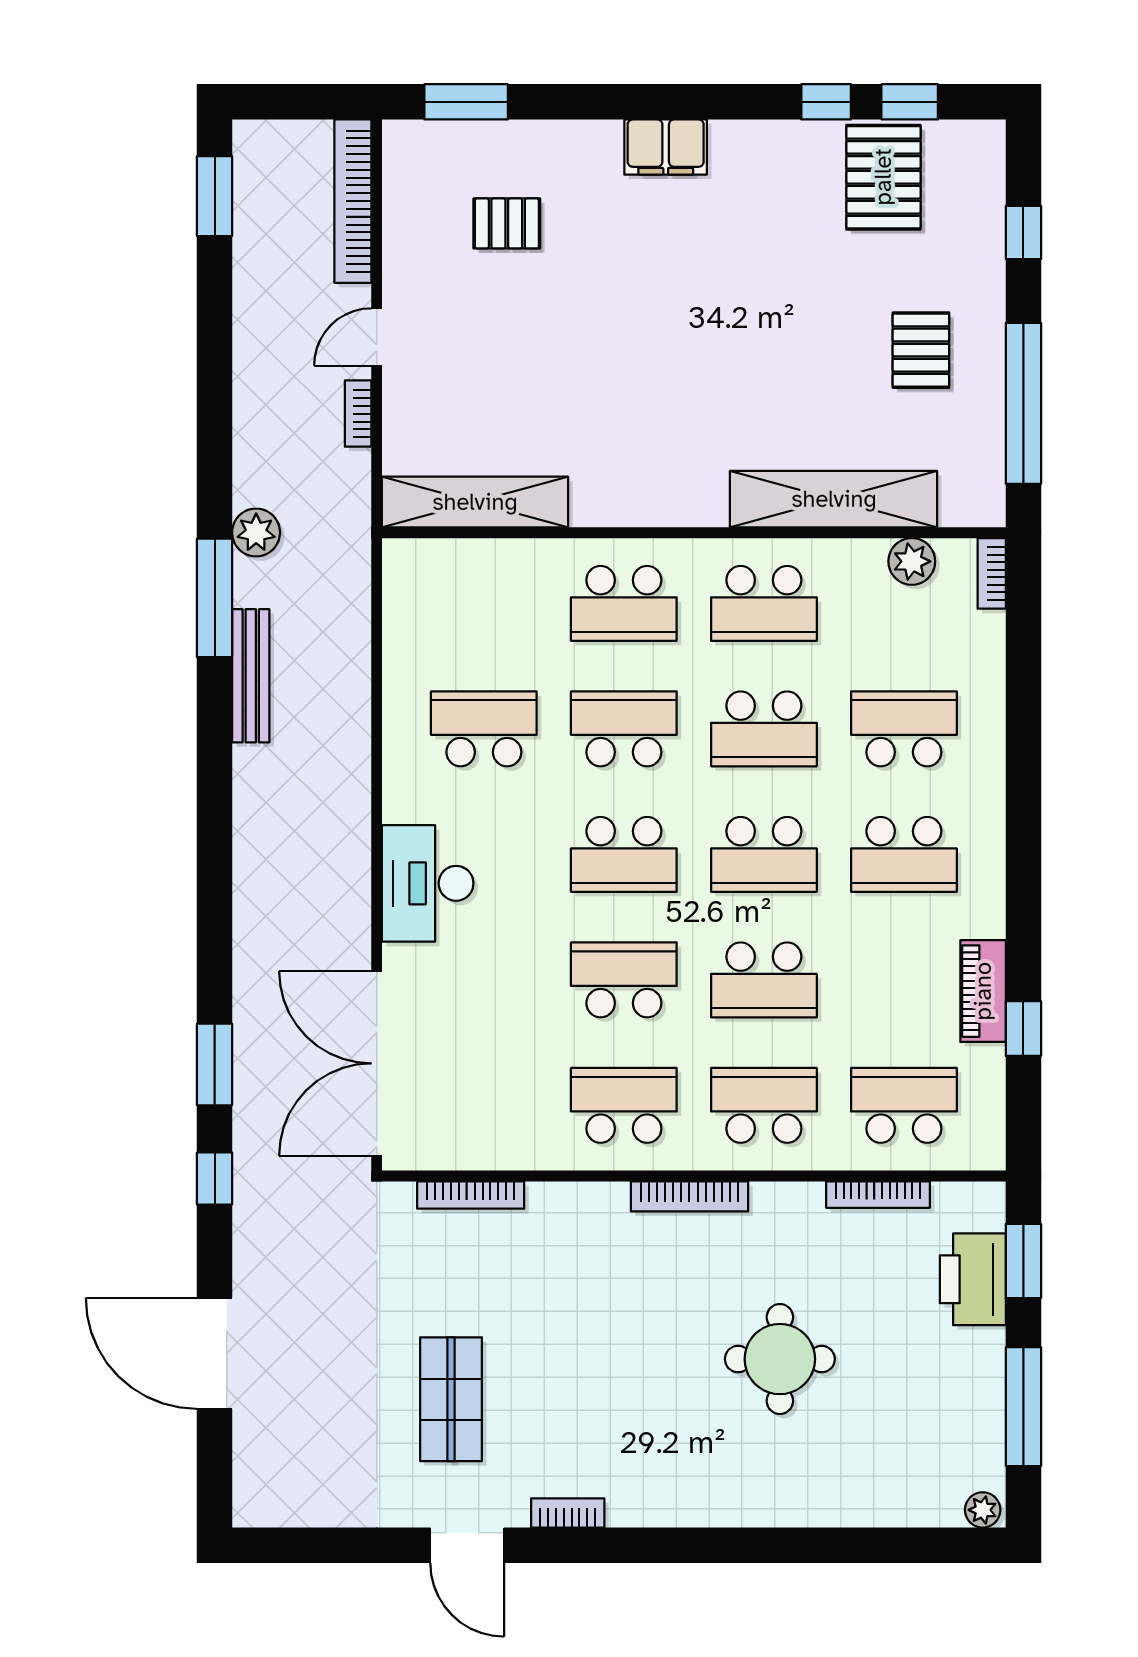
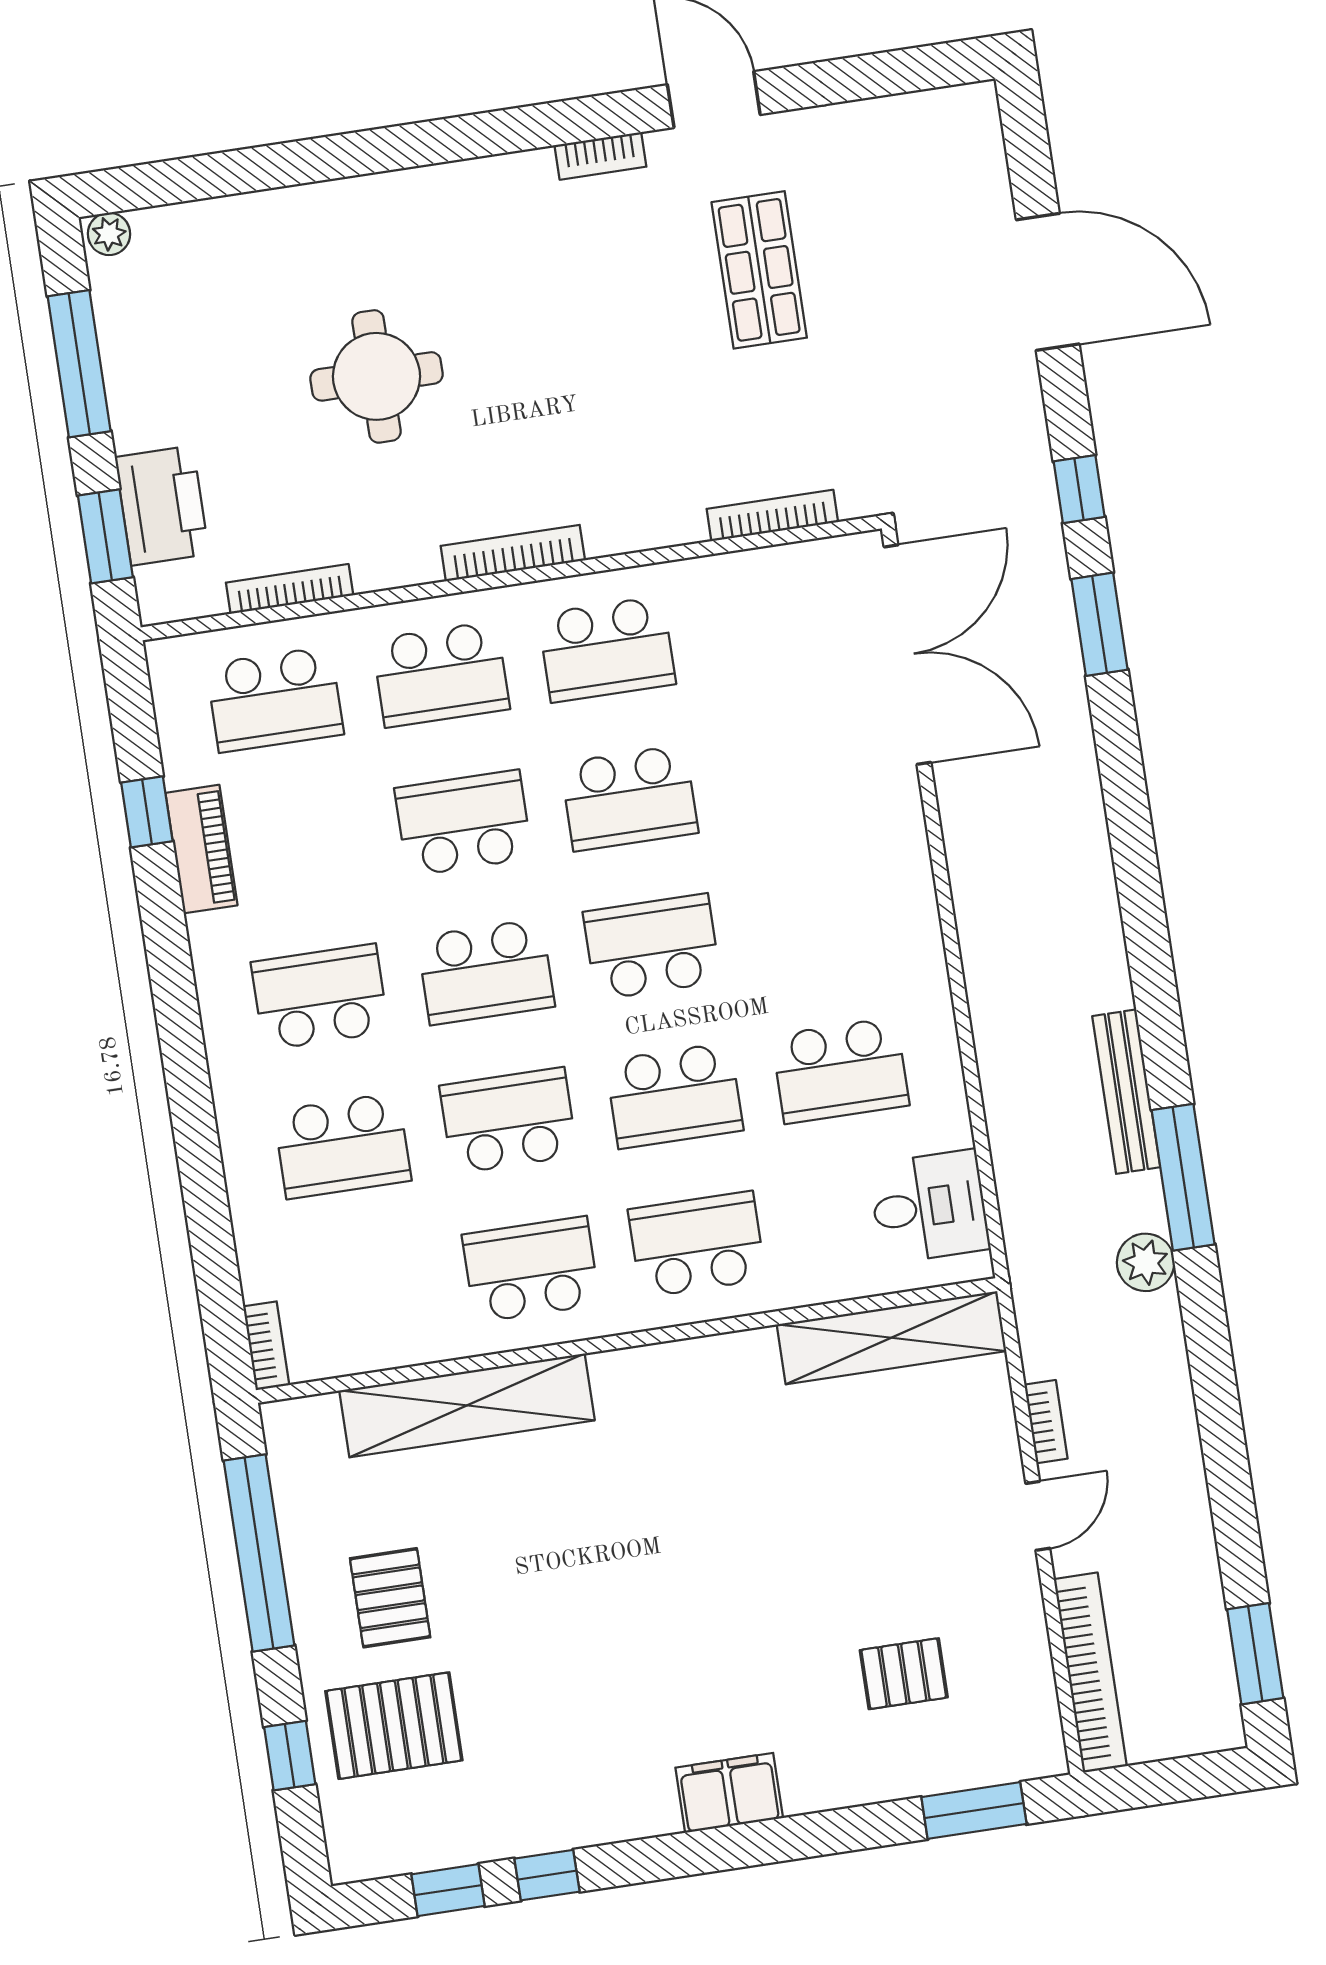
pallet: (883, 177) -> (394, 1726), moved, turned 90
plant: (912, 561) -> (363, 1346), removed
school desk: (764, 854) -> (486, 972), turned 180
desk: (428, 883) -> (929, 1207), moved, width x0.73

